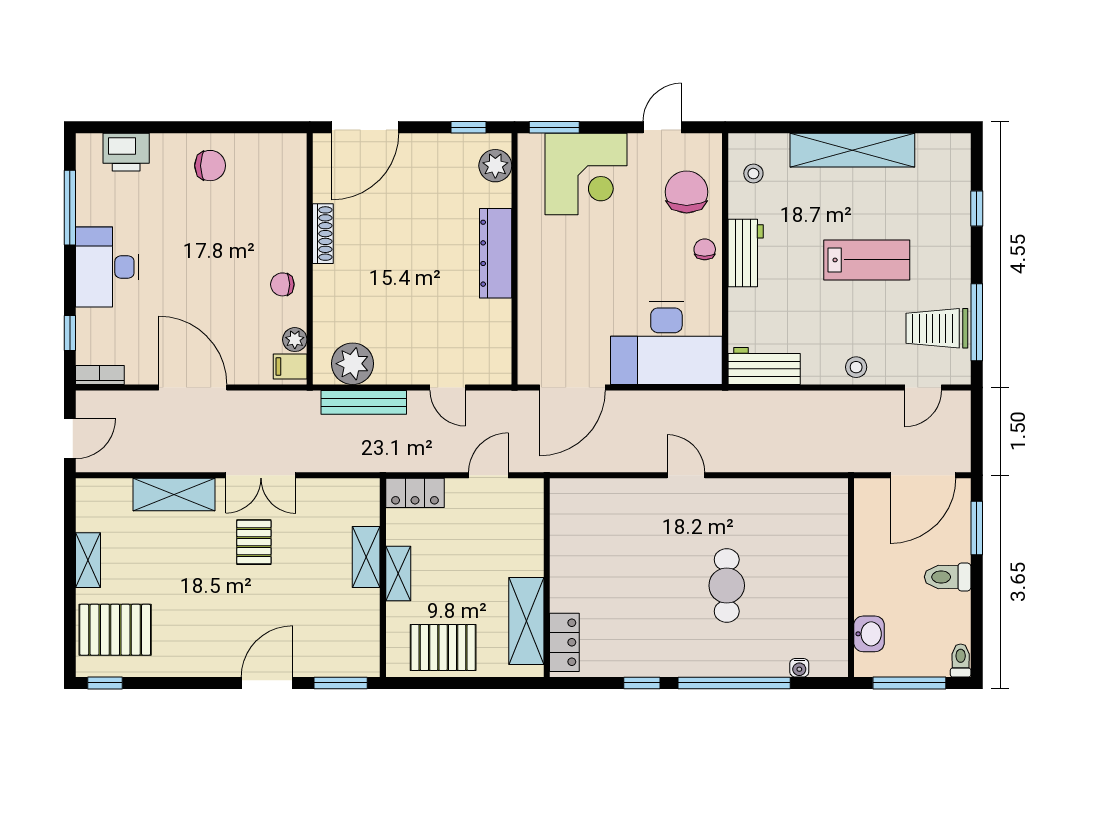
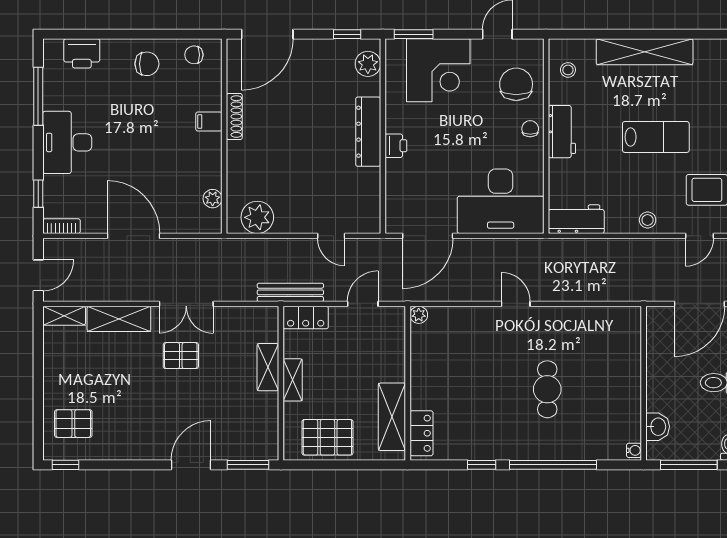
printer: (531, 271) -> (396, 146), added
chair: (282, 284) -> (194, 55), moved
filing cabinet: (290, 366) -> (209, 121), moved
bench: (364, 402) -> (290, 292), moved
plant: (561, 489) -> (419, 315), added
pallet: (254, 542) -> (181, 356), turned 90
shelving: (88, 560) -> (64, 316), moved, turned 90
pallet: (115, 630) -> (73, 424), width x0.67, depth x0.71
water cooler: (799, 668) -> (634, 450), moved, turned -90

